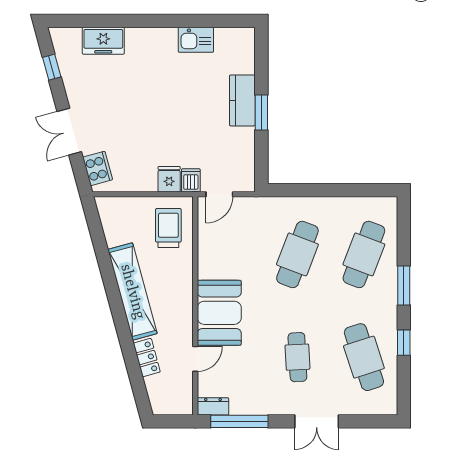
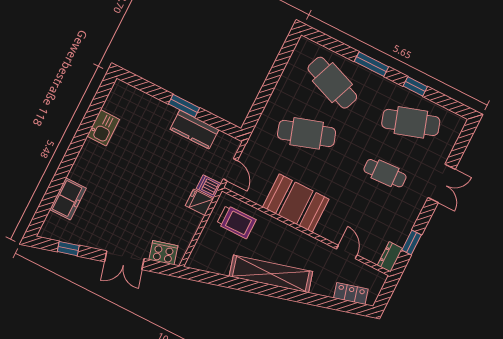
kitchen counter: (242, 100) -> (194, 129), moved
trolley: (168, 228) -> (236, 222), turned 180
cafe table: (297, 254) -> (307, 133), turned -39
booth: (219, 313) -> (296, 203), moved
locker: (147, 358) -> (351, 293), moved
window: (239, 421) -> (412, 243), width x0.46

